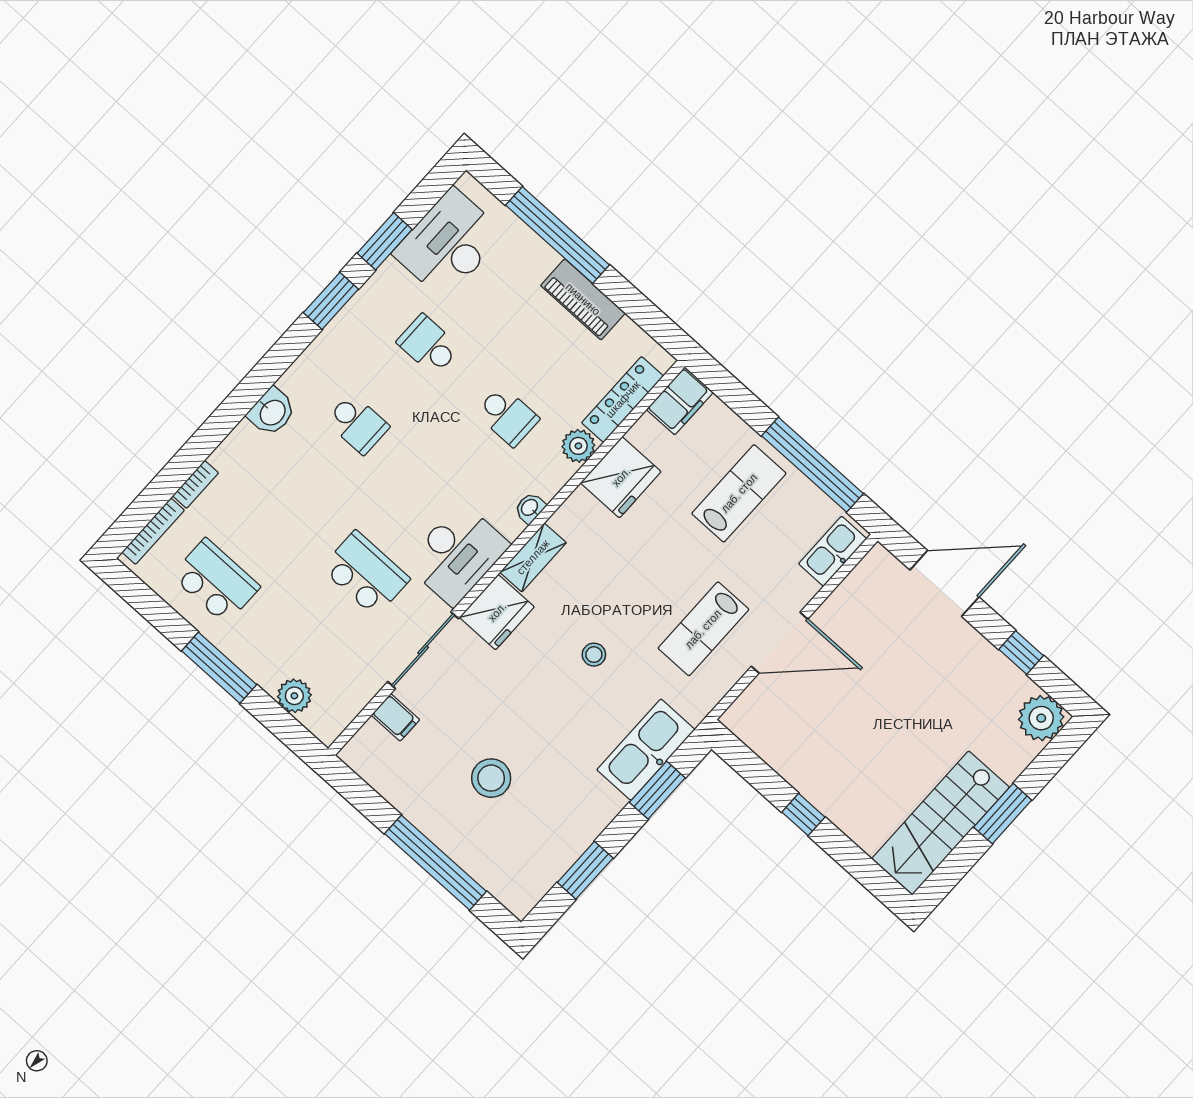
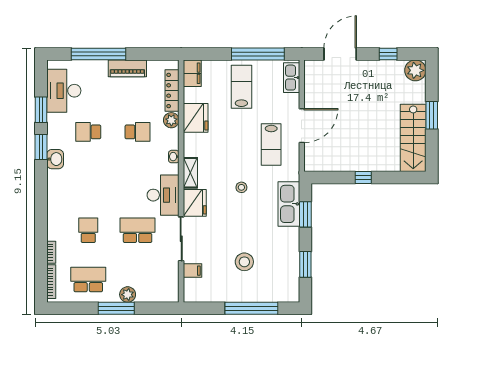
washbasin: (272, 412) -> (55, 159), moved
school desk: (358, 424) -> (88, 230), moved, turned -90
plant: (294, 696) -> (128, 295), moved

